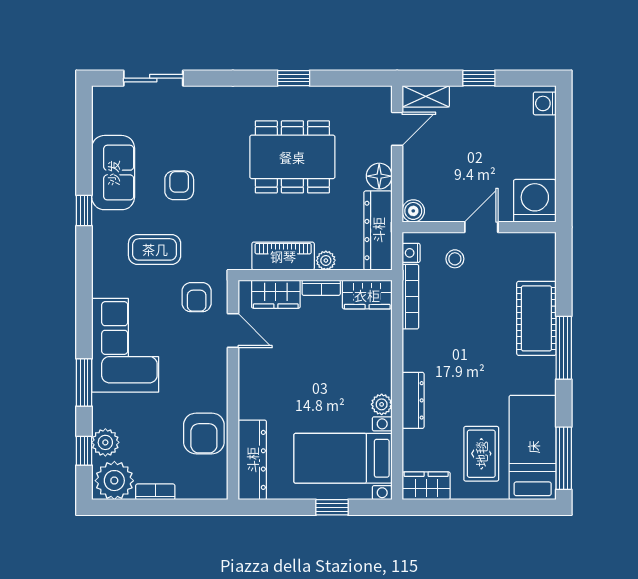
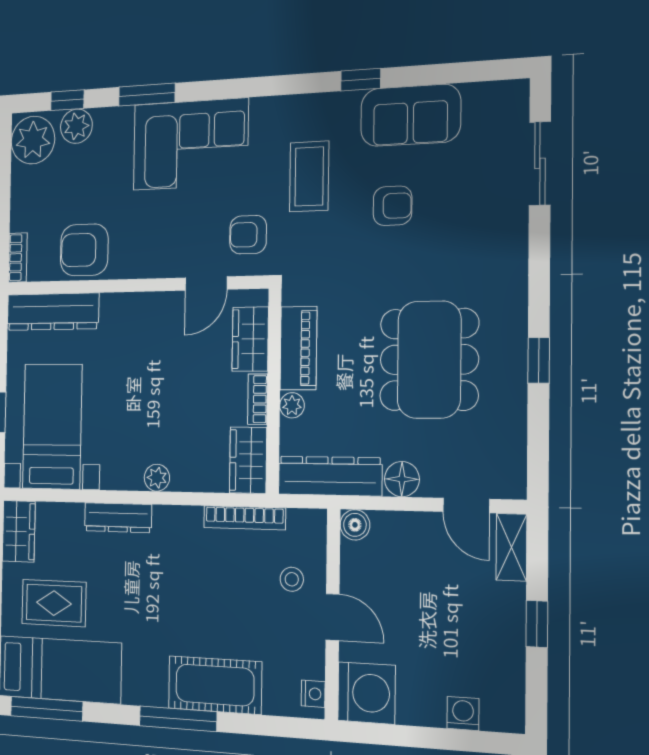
washing machine: (545, 103) -> (463, 713), moved
nightstand: (411, 253) -> (313, 694), moved, turned 90
plant: (382, 404) -> (157, 478), moved
bookcase: (155, 492) -> (18, 258), moved

